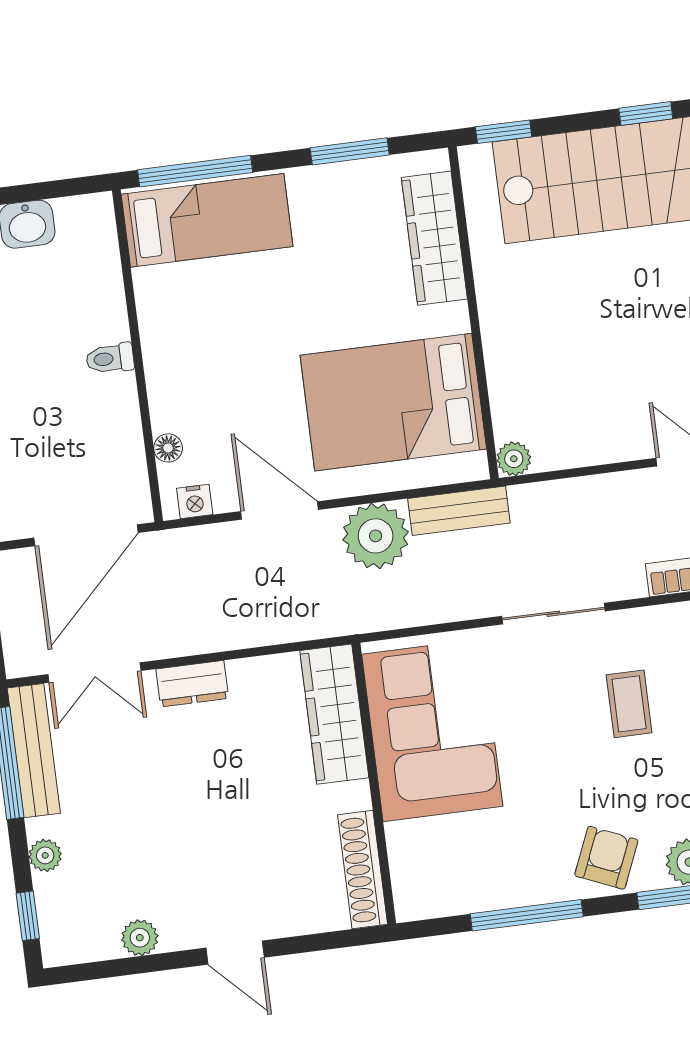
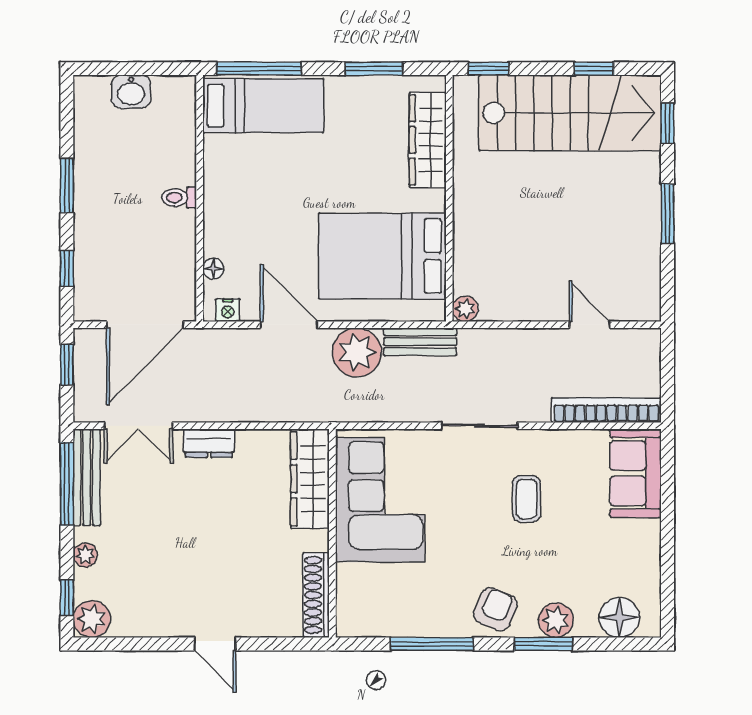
plant: (140, 938) -> (92, 619), moved, width x1.38, depth x1.38

